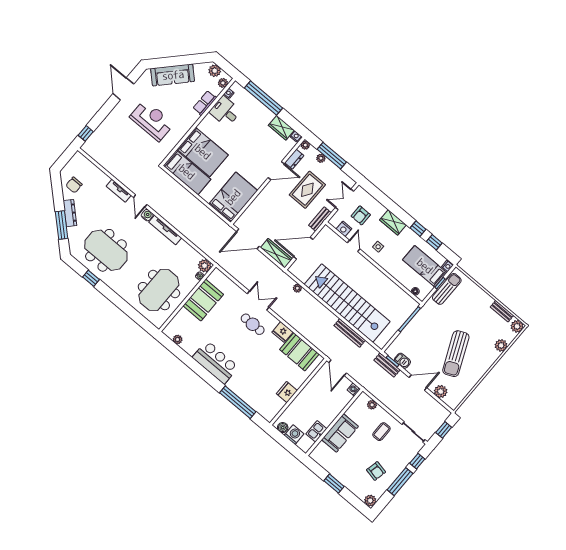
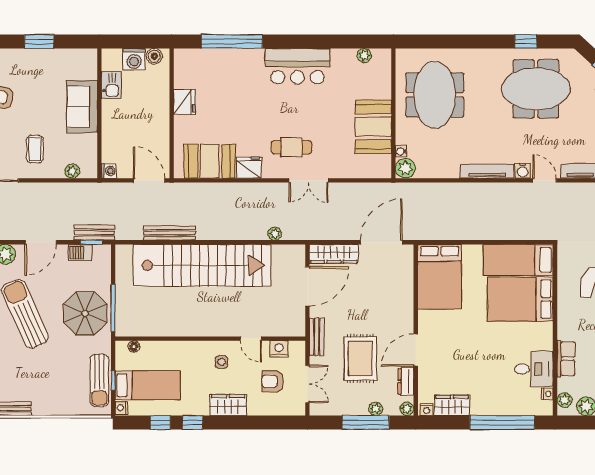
armchair: (361, 215) -> (273, 381), turned -90
parasol: (426, 328) -> (85, 313), added

